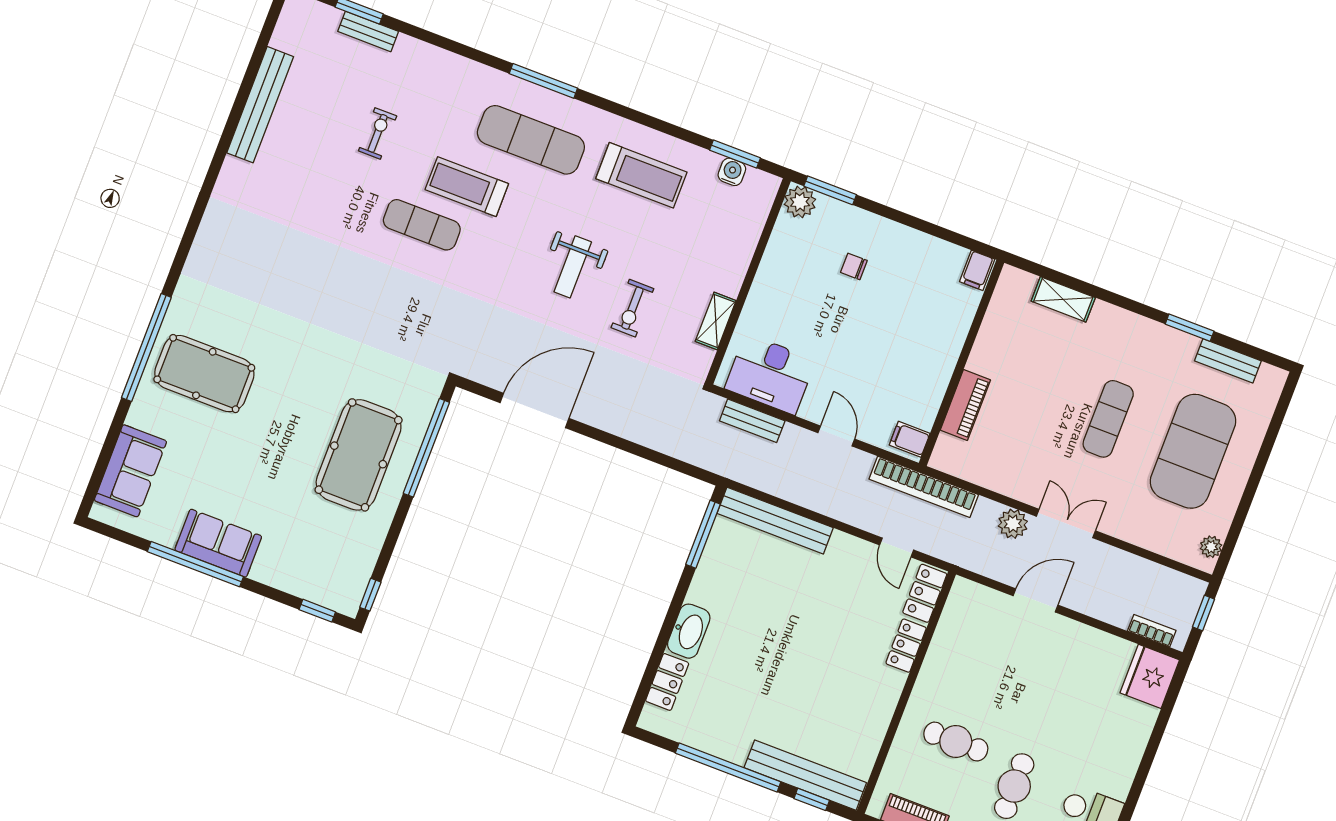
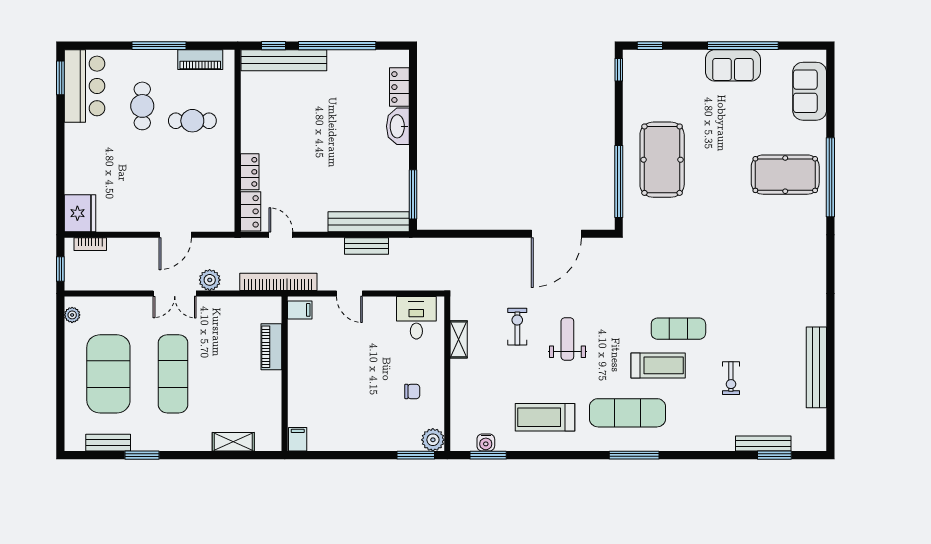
bench: (368, 31) -> (763, 443), width x1.36
chair: (854, 266) -> (412, 391), moved
desk: (770, 374) -> (416, 318), width x0.73
exercise mat: (1108, 419) -> (173, 374), width x1.36, depth x1.45
bench: (752, 421) -> (367, 246), moved

